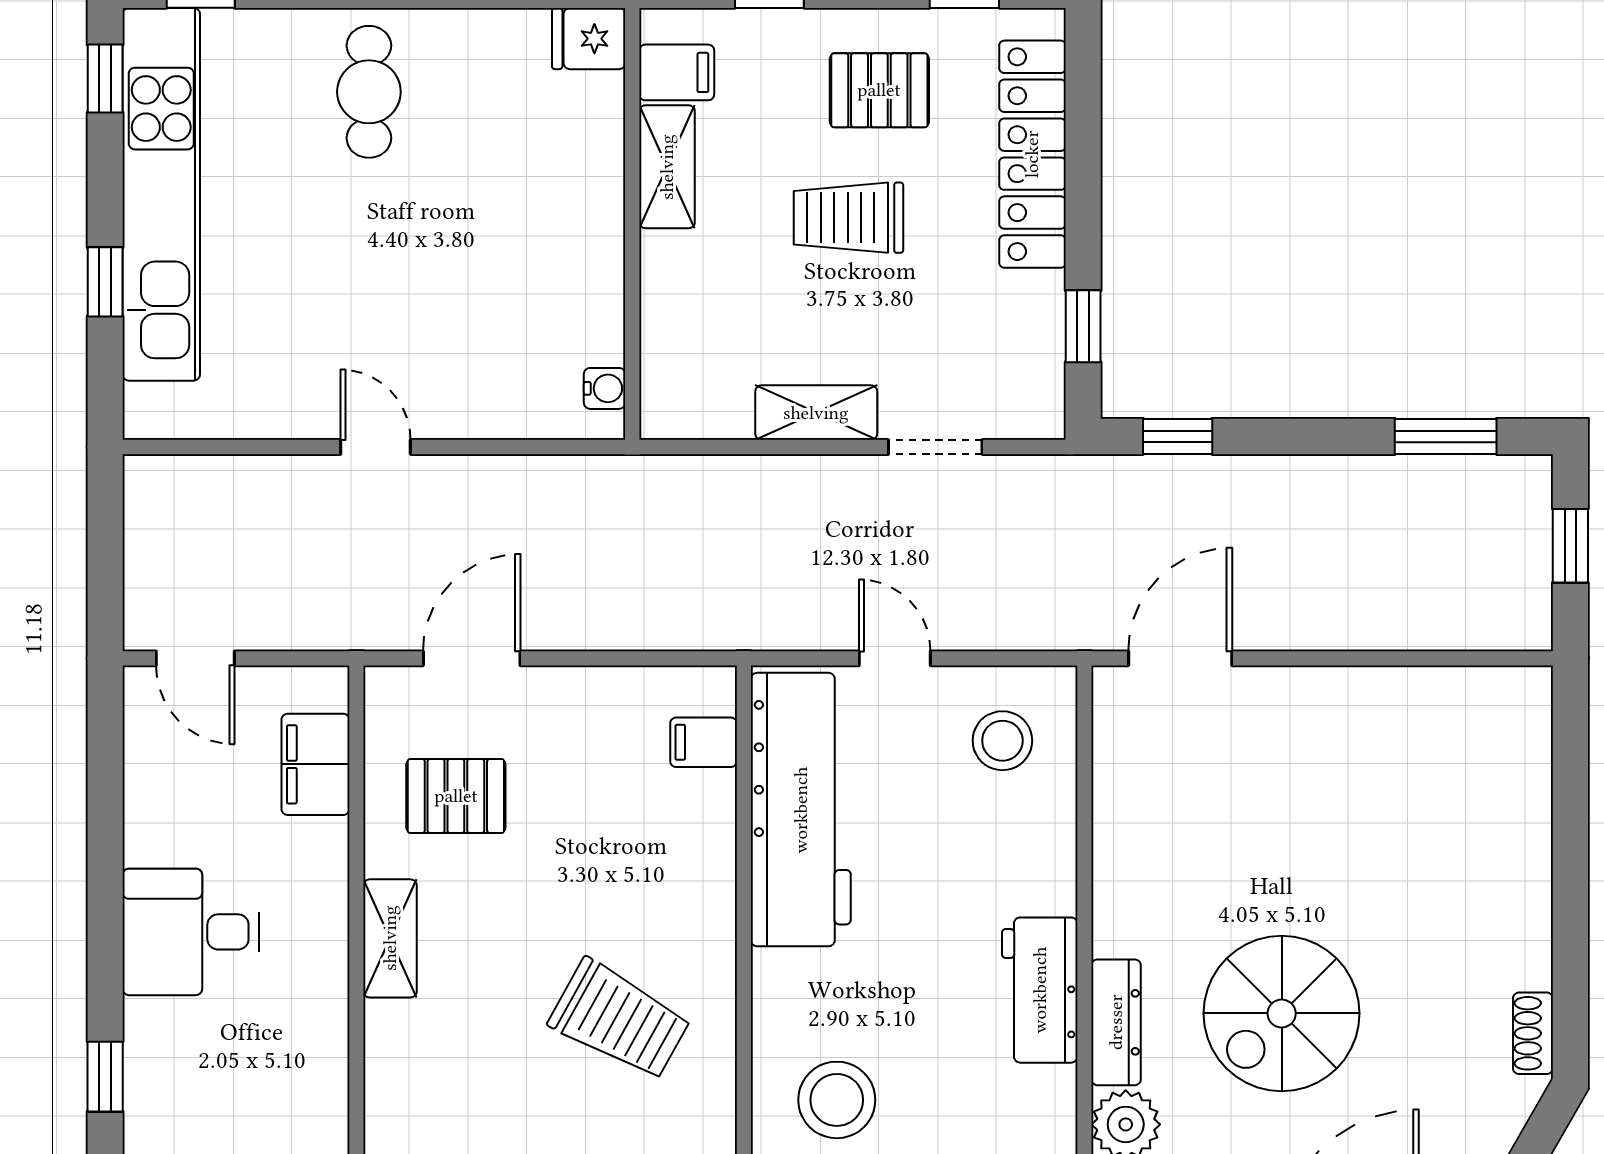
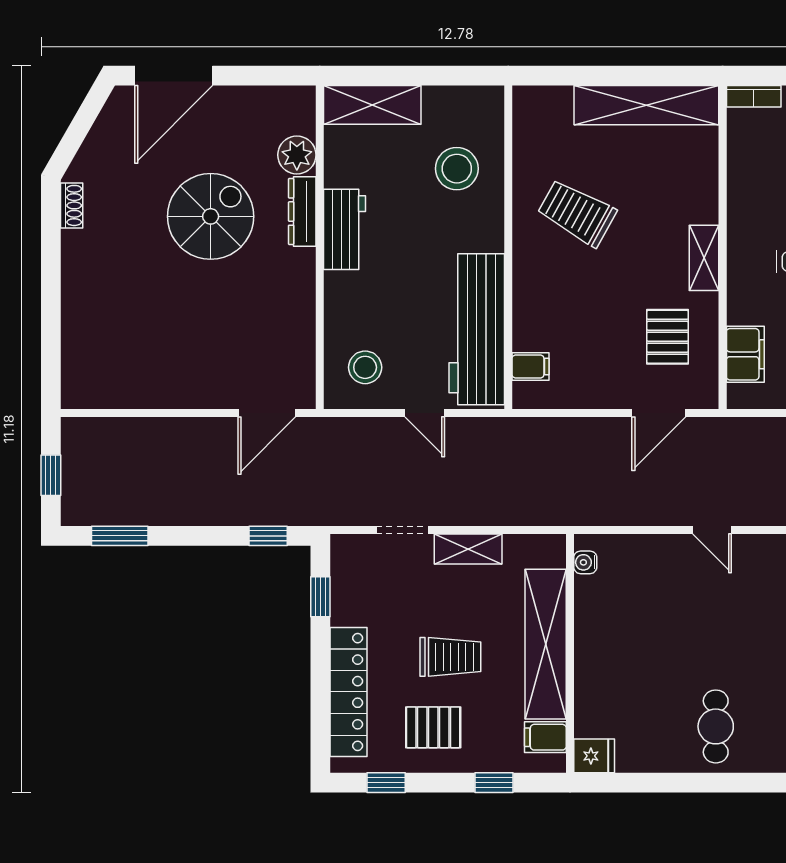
shelving: (667, 167) -> (546, 644), width x2.20, depth x1.33
pallet: (456, 796) -> (668, 337), turned 90

